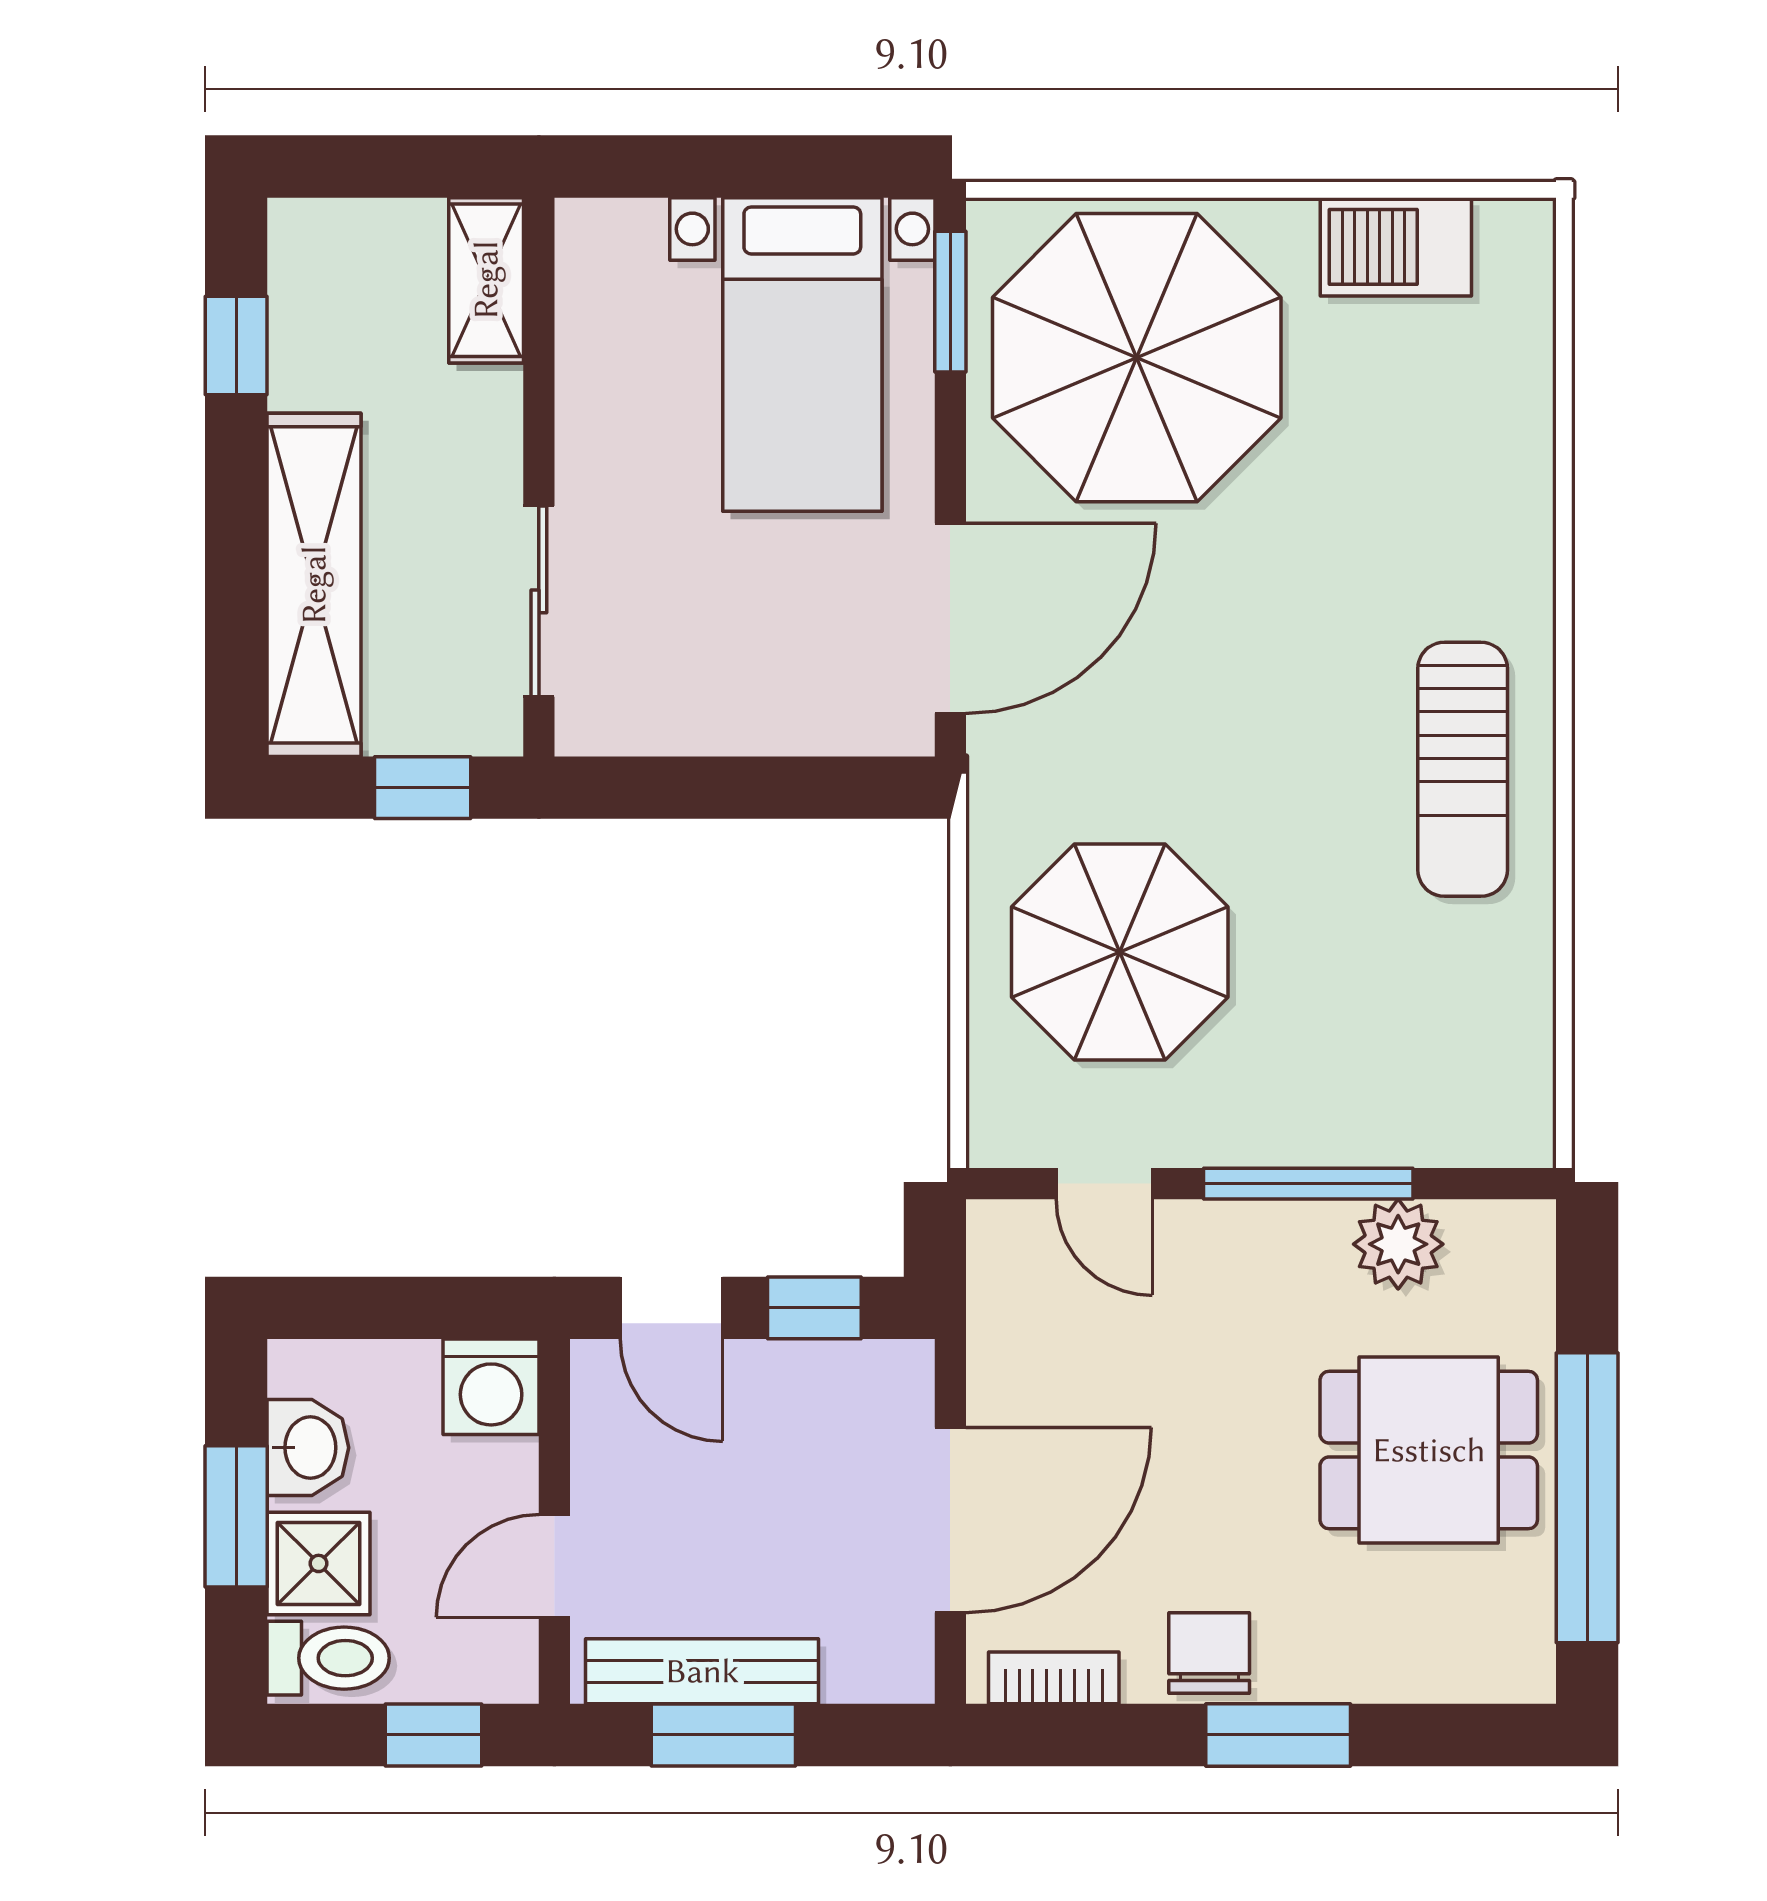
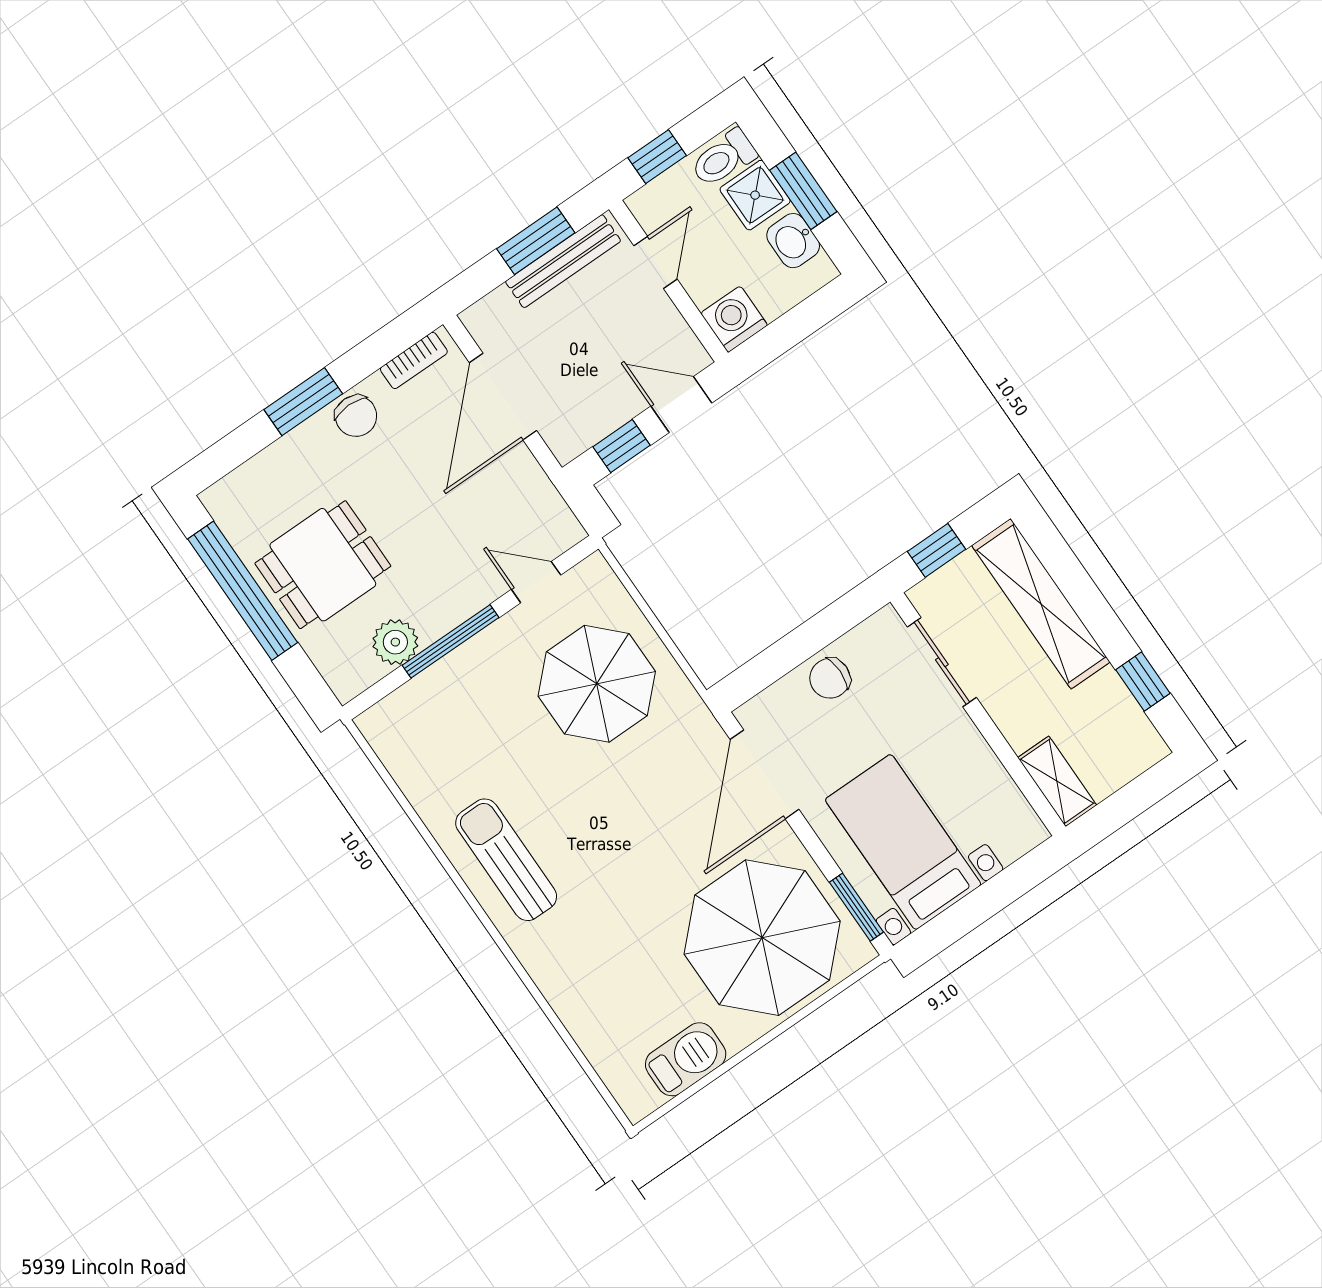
chair: (737, 700) -> (830, 678), added

